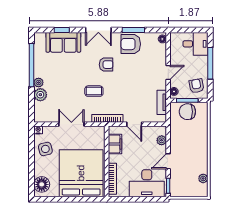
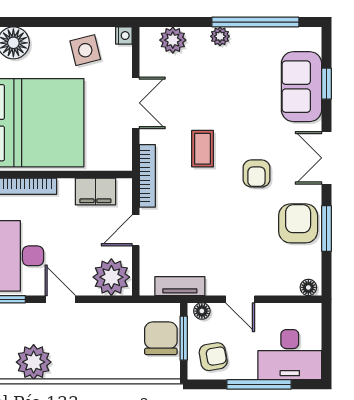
desk: (195, 44) -> (290, 355), width x1.37
plant: (40, 95) -> (173, 40), moved
plant: (162, 140) -> (111, 277), width x1.88, depth x1.88
plant: (203, 178) -> (34, 362), width x1.88, depth x1.88

